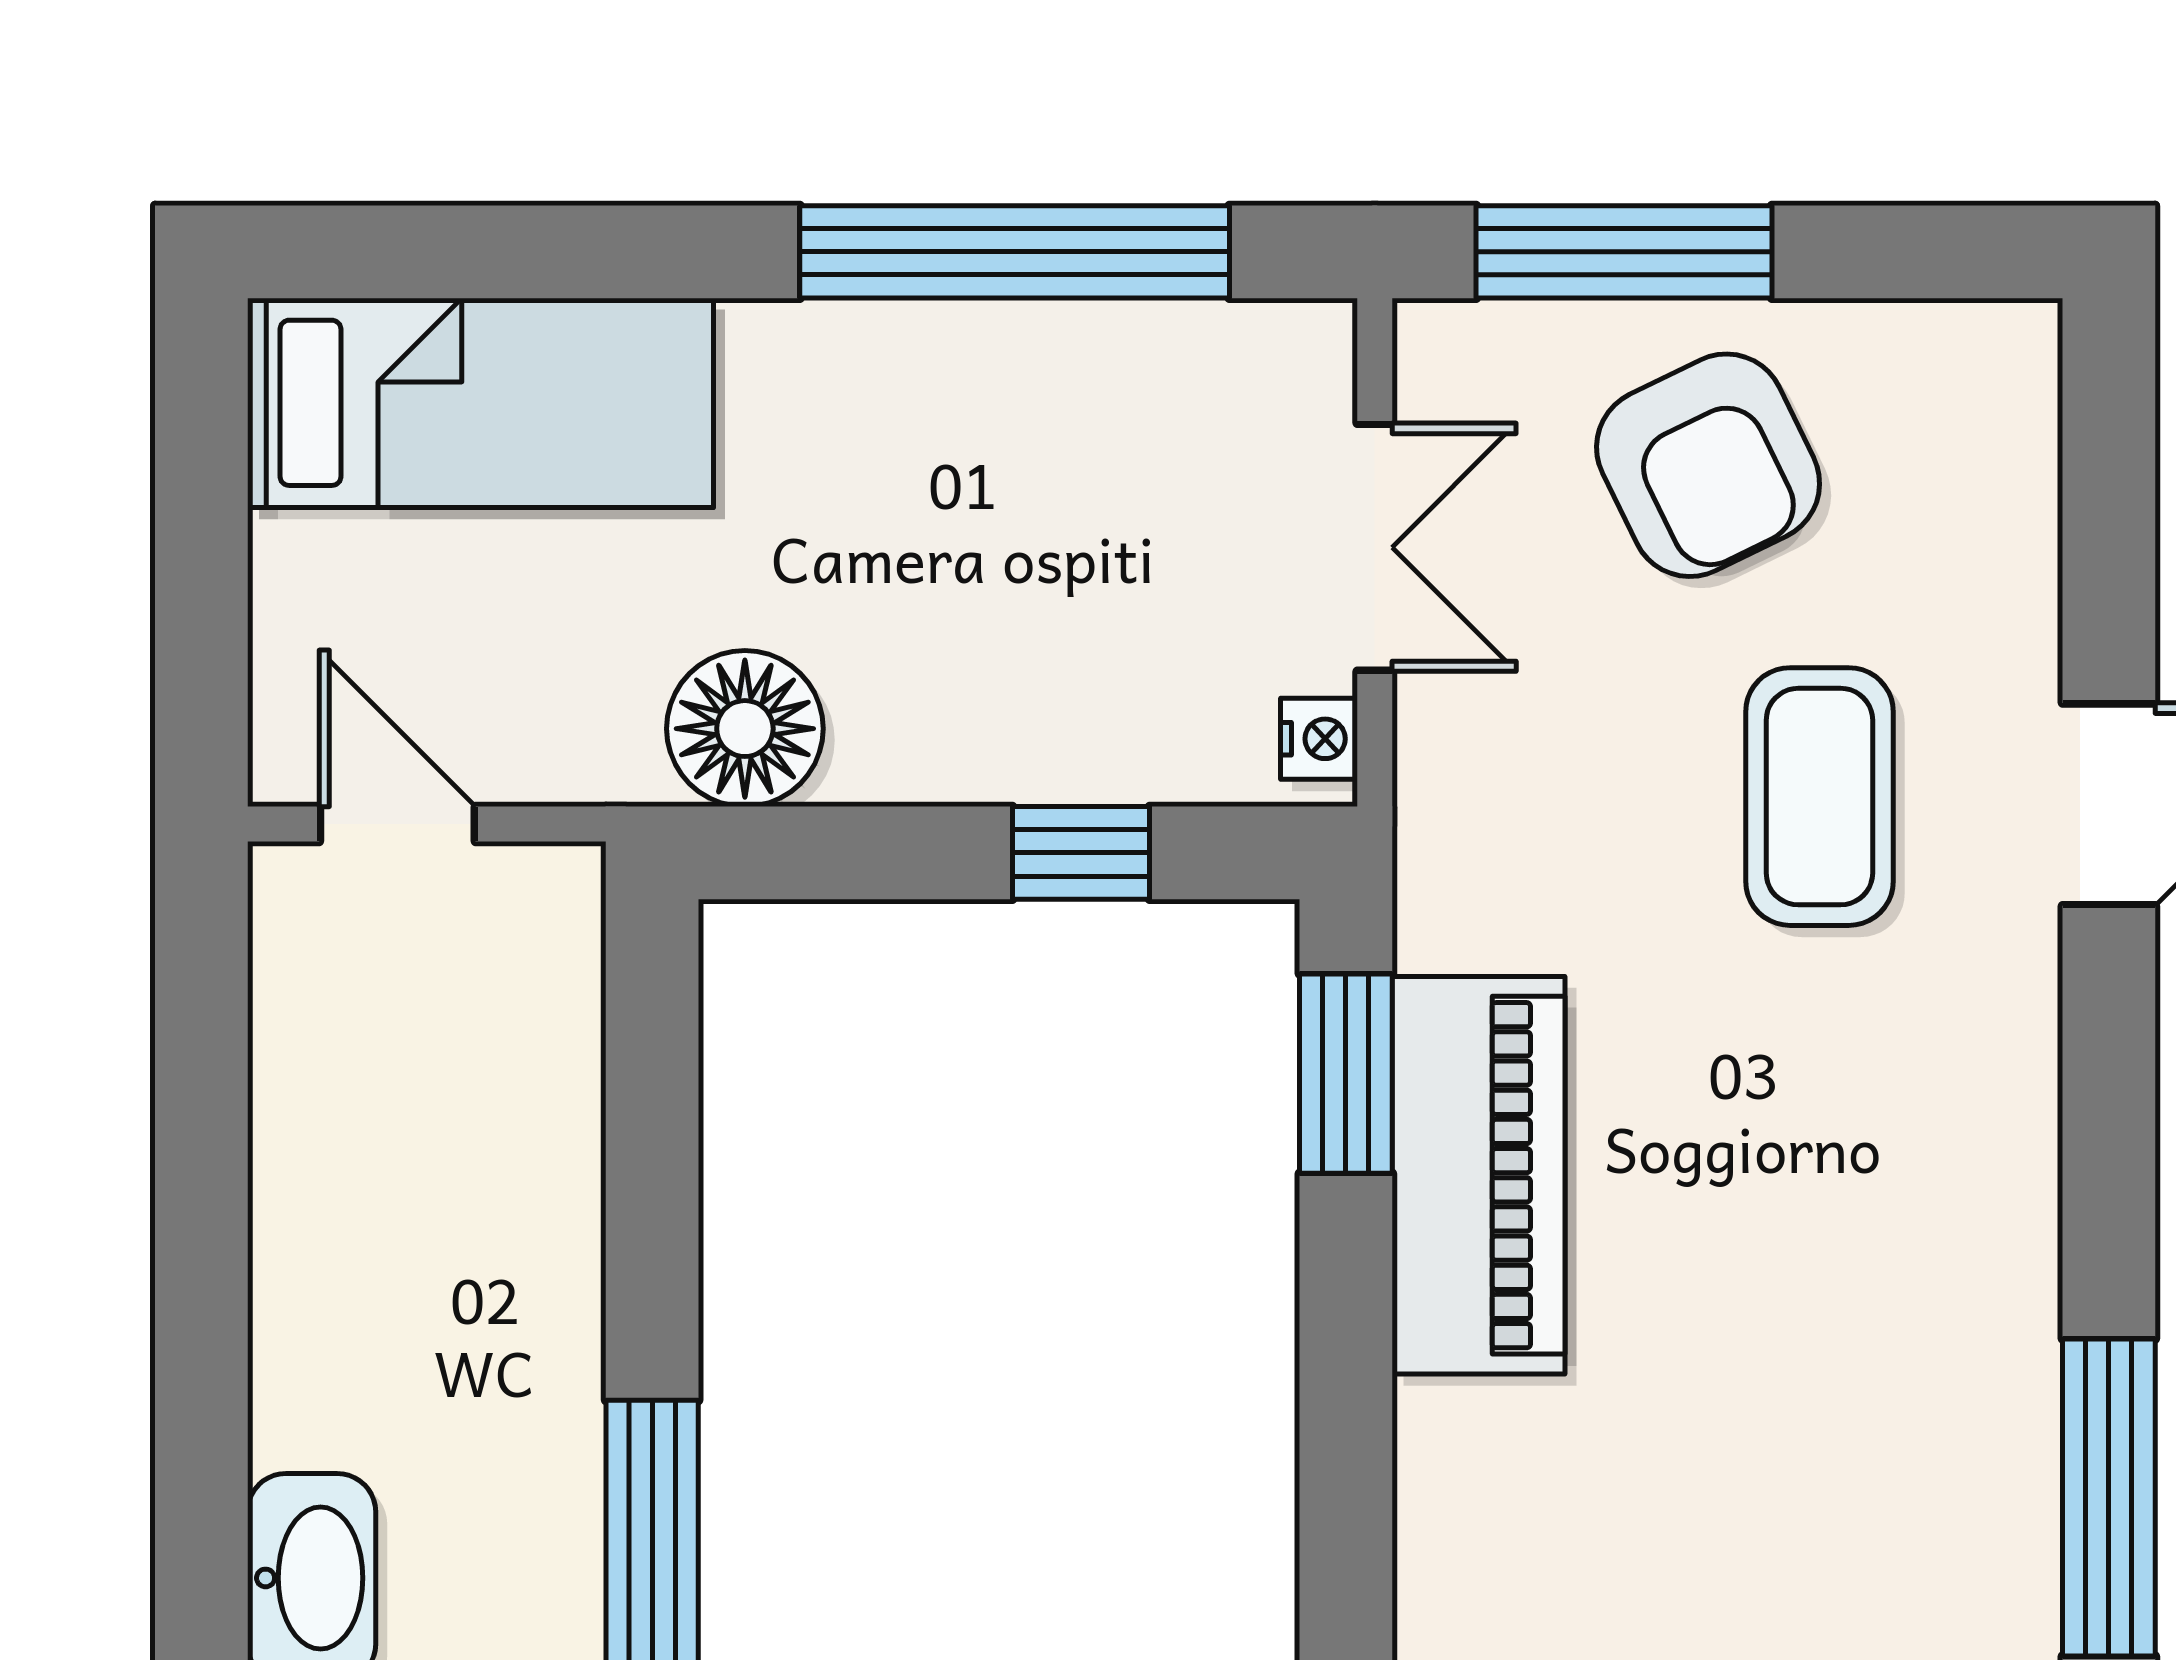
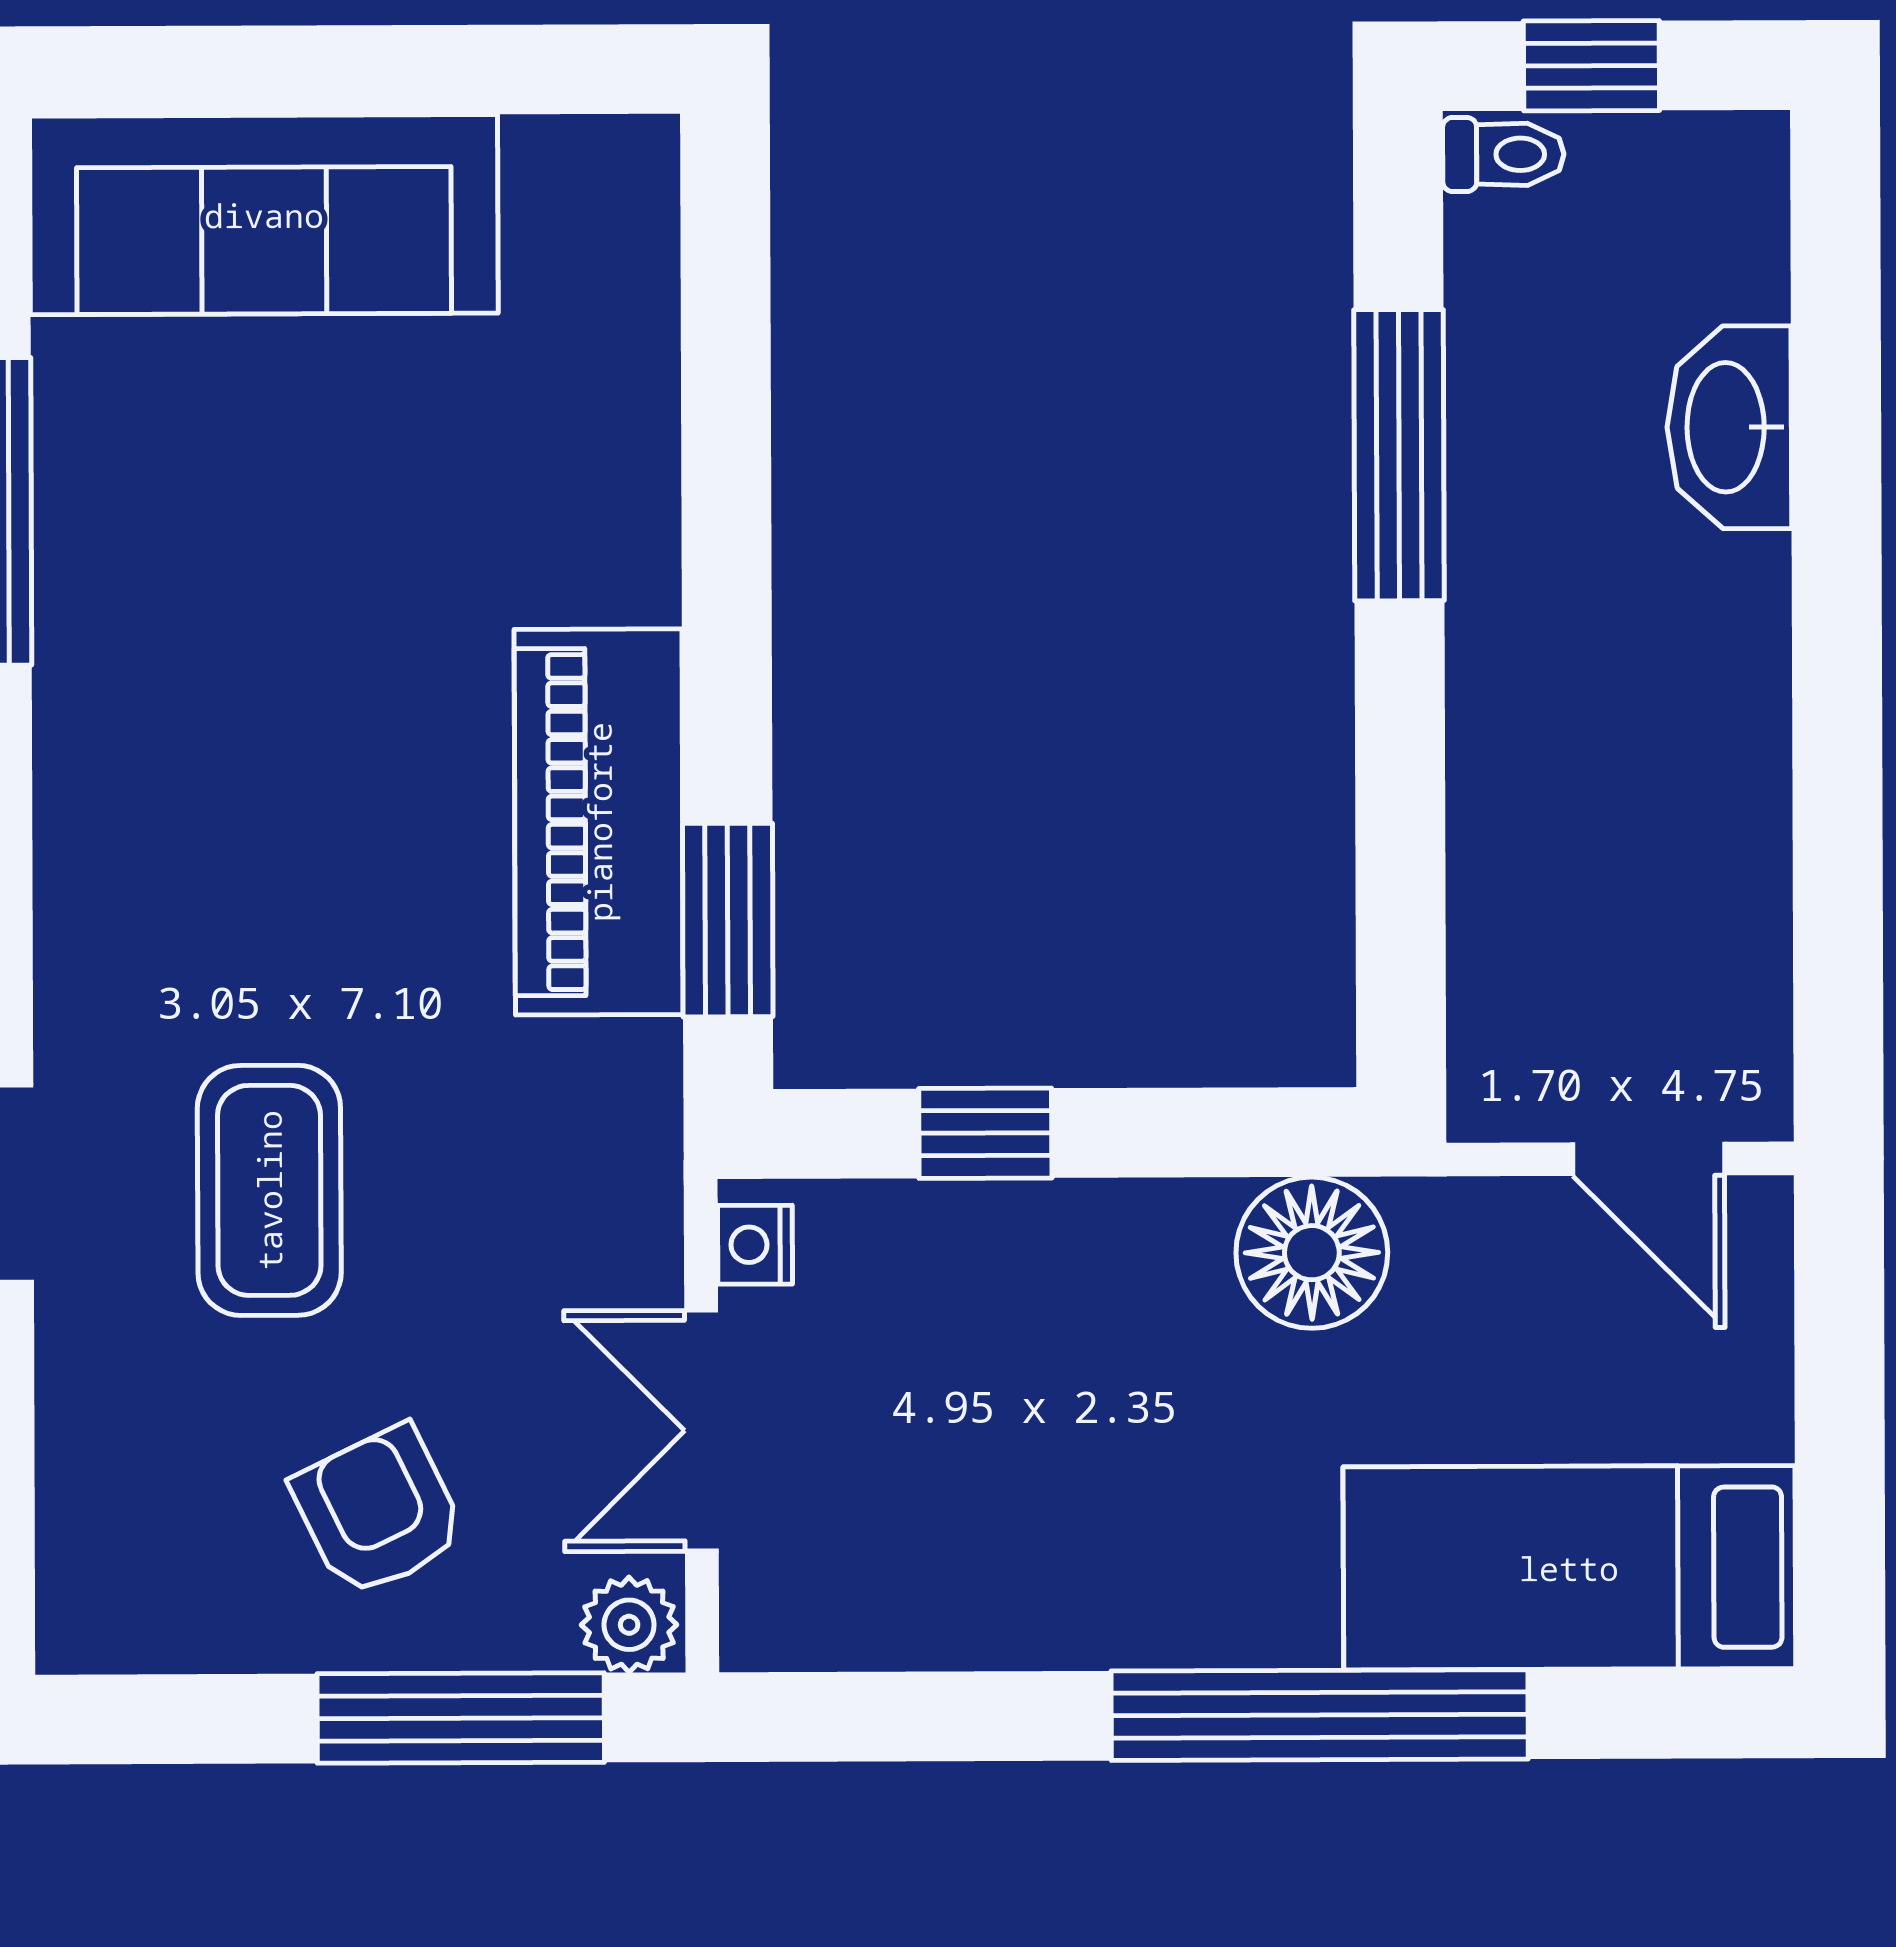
window: (1015, 252) -> (1320, 1715), moved
plant: (1450, 347) -> (629, 1625), added
armchair: (1708, 465) -> (378, 1511), width x0.72, depth x0.72

